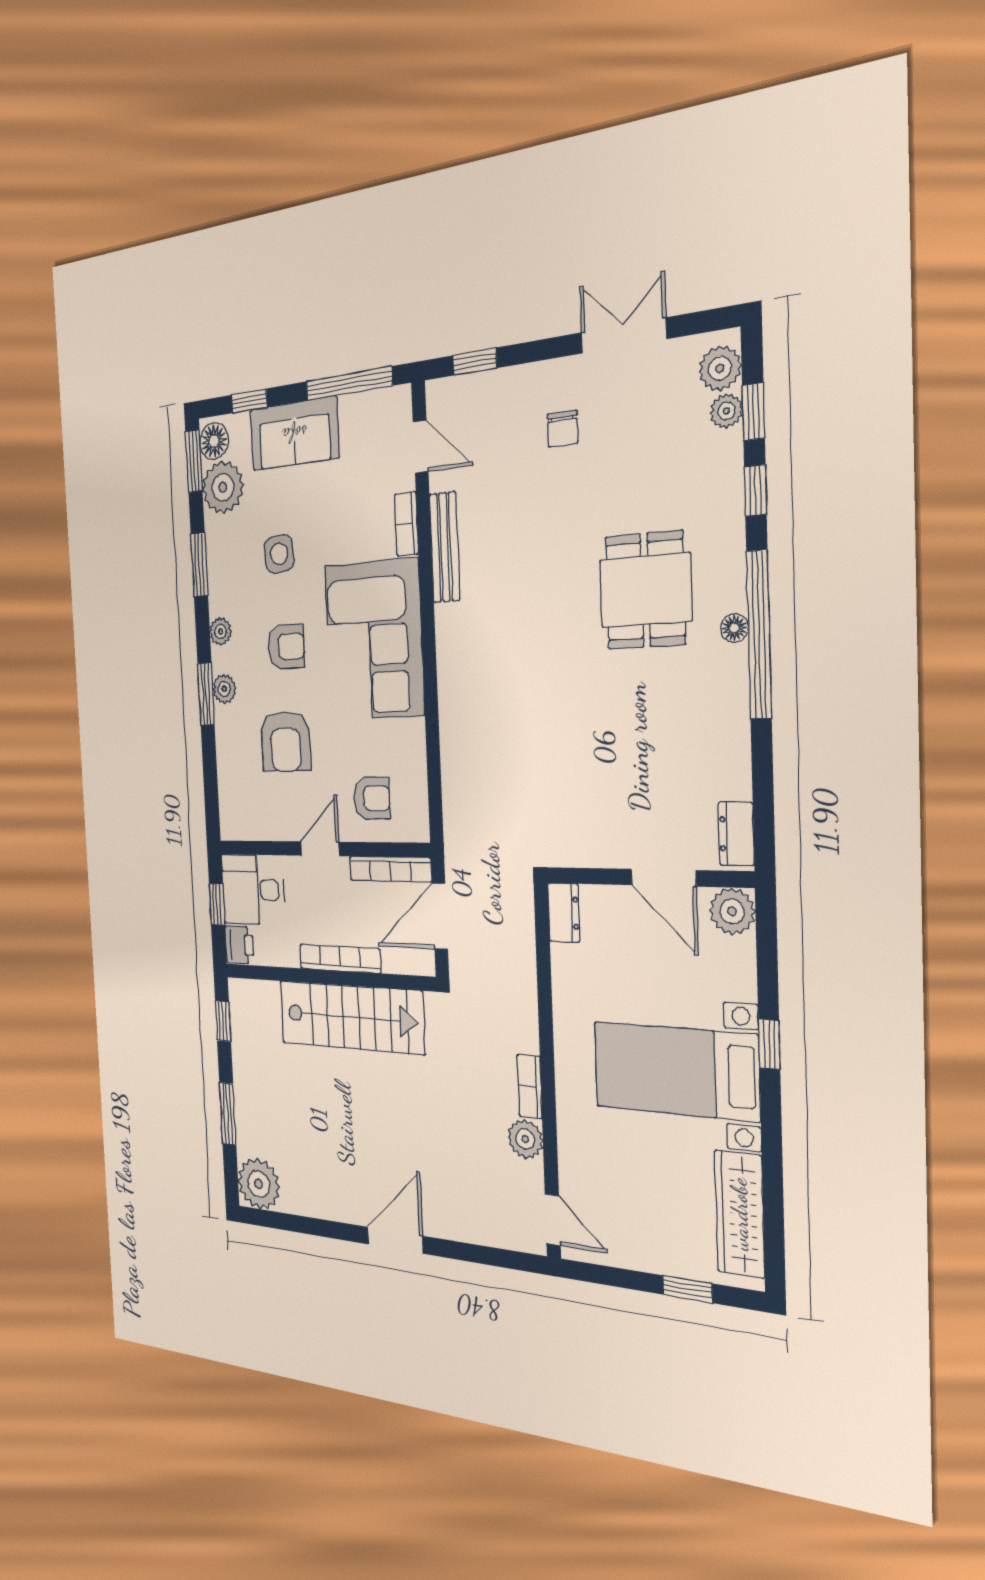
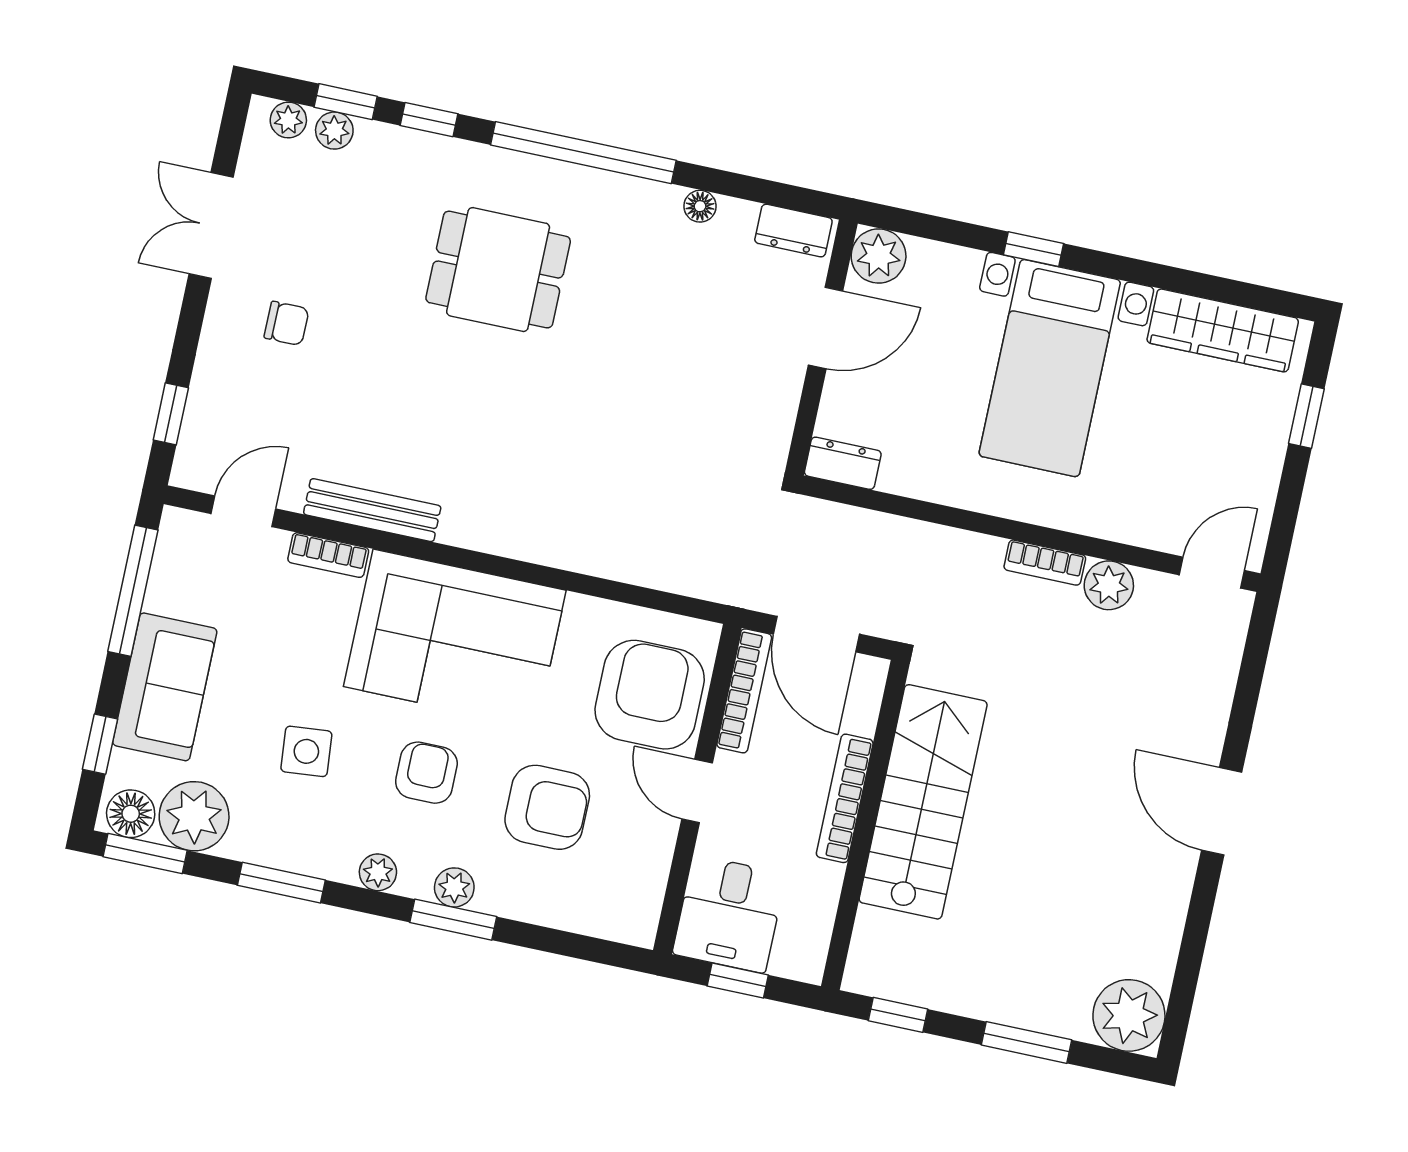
plant: (720, 368) -> (288, 120), width x0.73, depth x0.73
floor lamp: (734, 628) -> (700, 206), moved
armchair: (372, 798) -> (650, 695), width x1.88, depth x1.88
printer: (239, 945) -> (799, 958), removed

